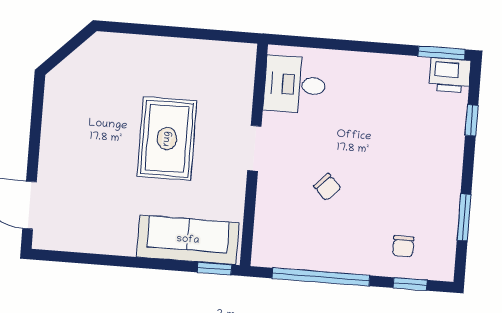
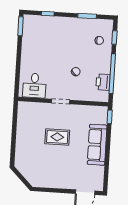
printer: (450, 75) -> (103, 82), moved, turned 180
rug: (167, 139) -> (57, 137), width x0.73, depth x0.70
sofa: (188, 240) -> (97, 145), moved

